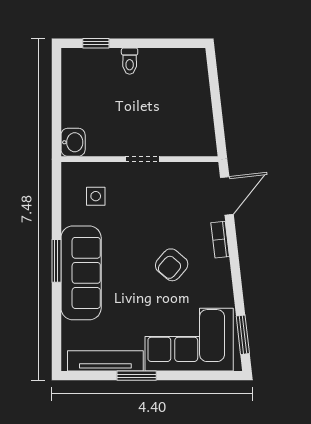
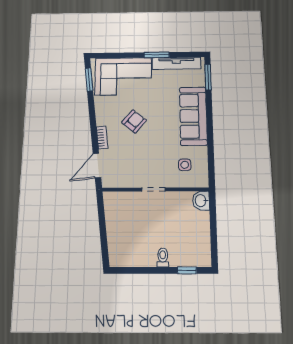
window: (56, 261) -> (208, 77), moved

